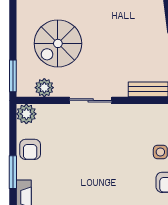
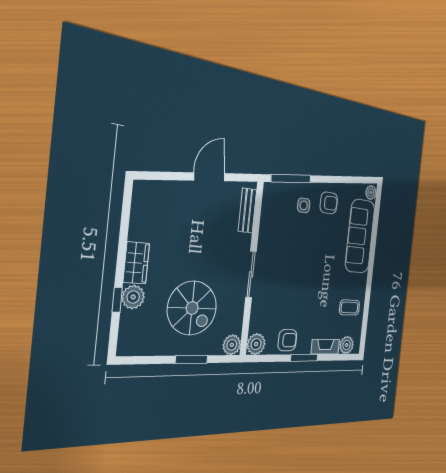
window: (13, 76) -> (192, 359), moved
plant: (44, 88) -> (232, 345), moved

